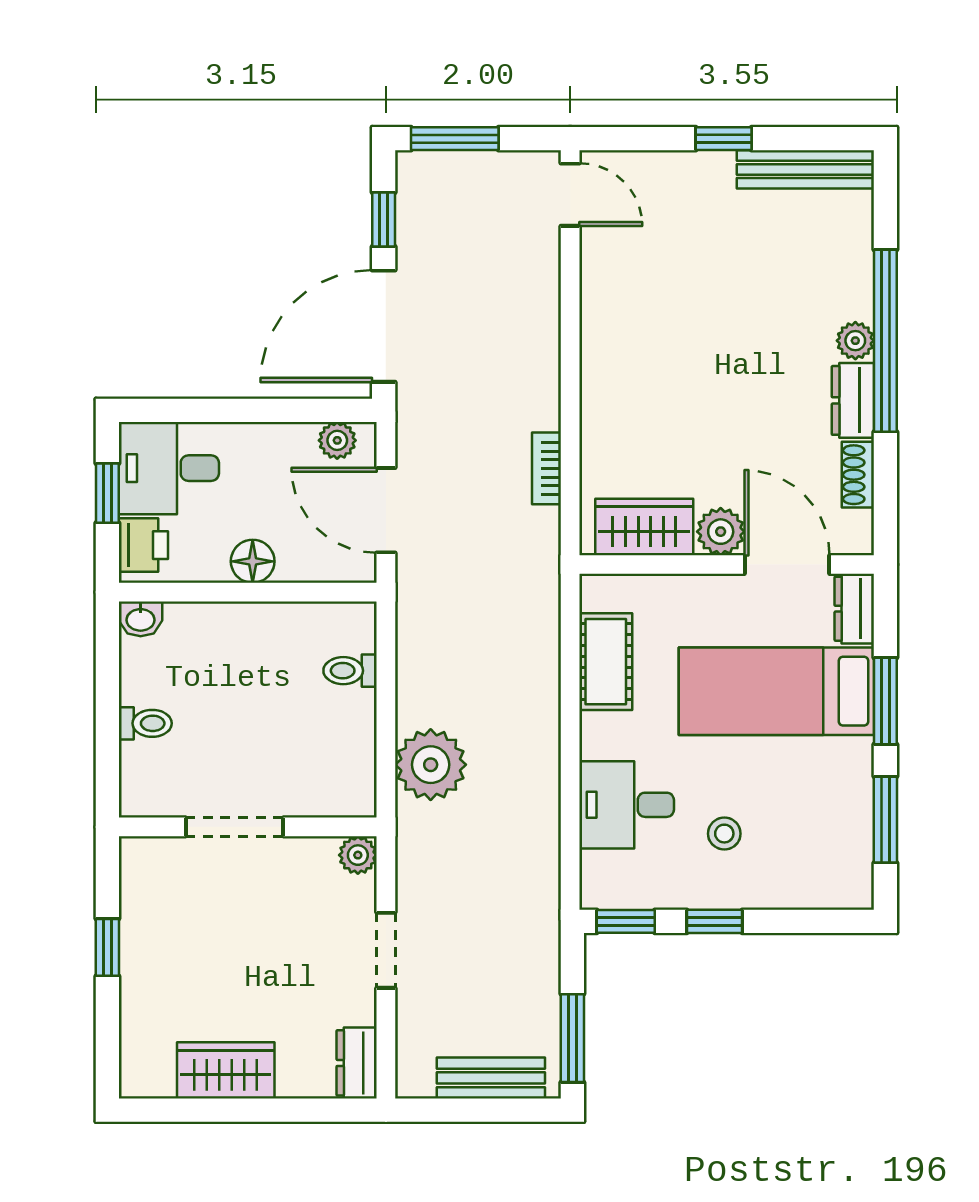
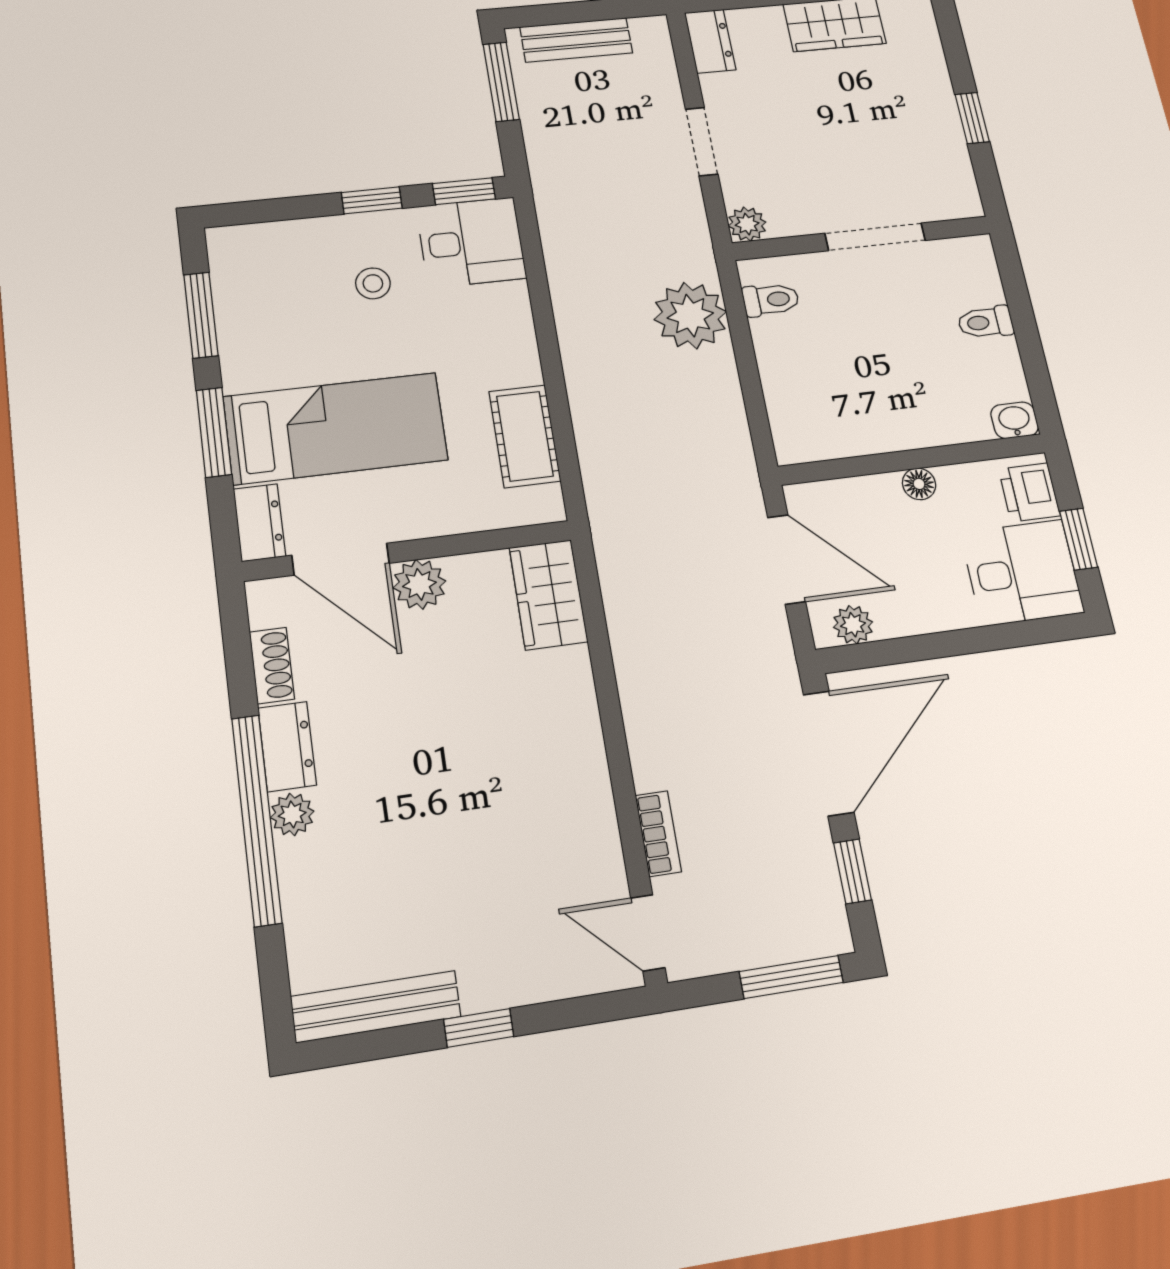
bookcase: (547, 468) -> (658, 834), moved
wardrobe: (644, 527) -> (548, 595), moved, turned 90
floor lamp: (253, 561) -> (919, 484), width x0.73, depth x0.73
toilet: (350, 671) -> (771, 300), moved
desk: (627, 805) -> (471, 242), moved

